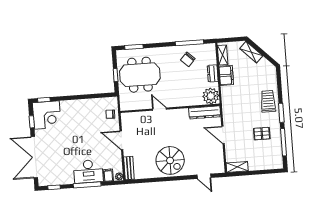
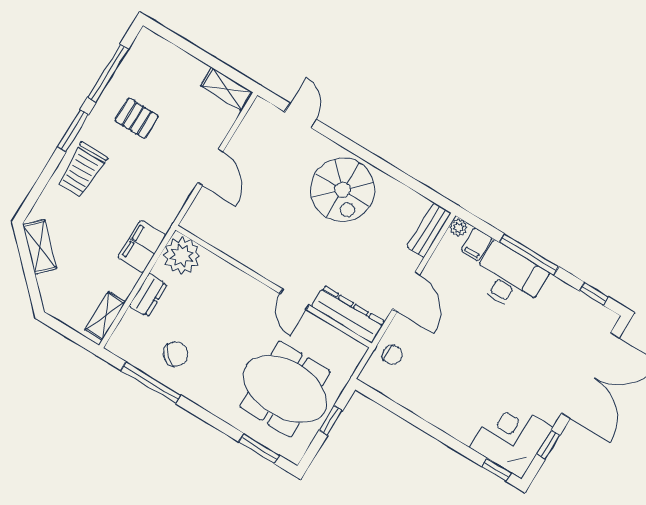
shelving: (251, 52) -> (40, 247), moved
filing cabinet: (226, 75) -> (142, 247), moved
dresser: (205, 112) -> (348, 314), moved
spiral stairs: (170, 160) -> (343, 190), turned 180

